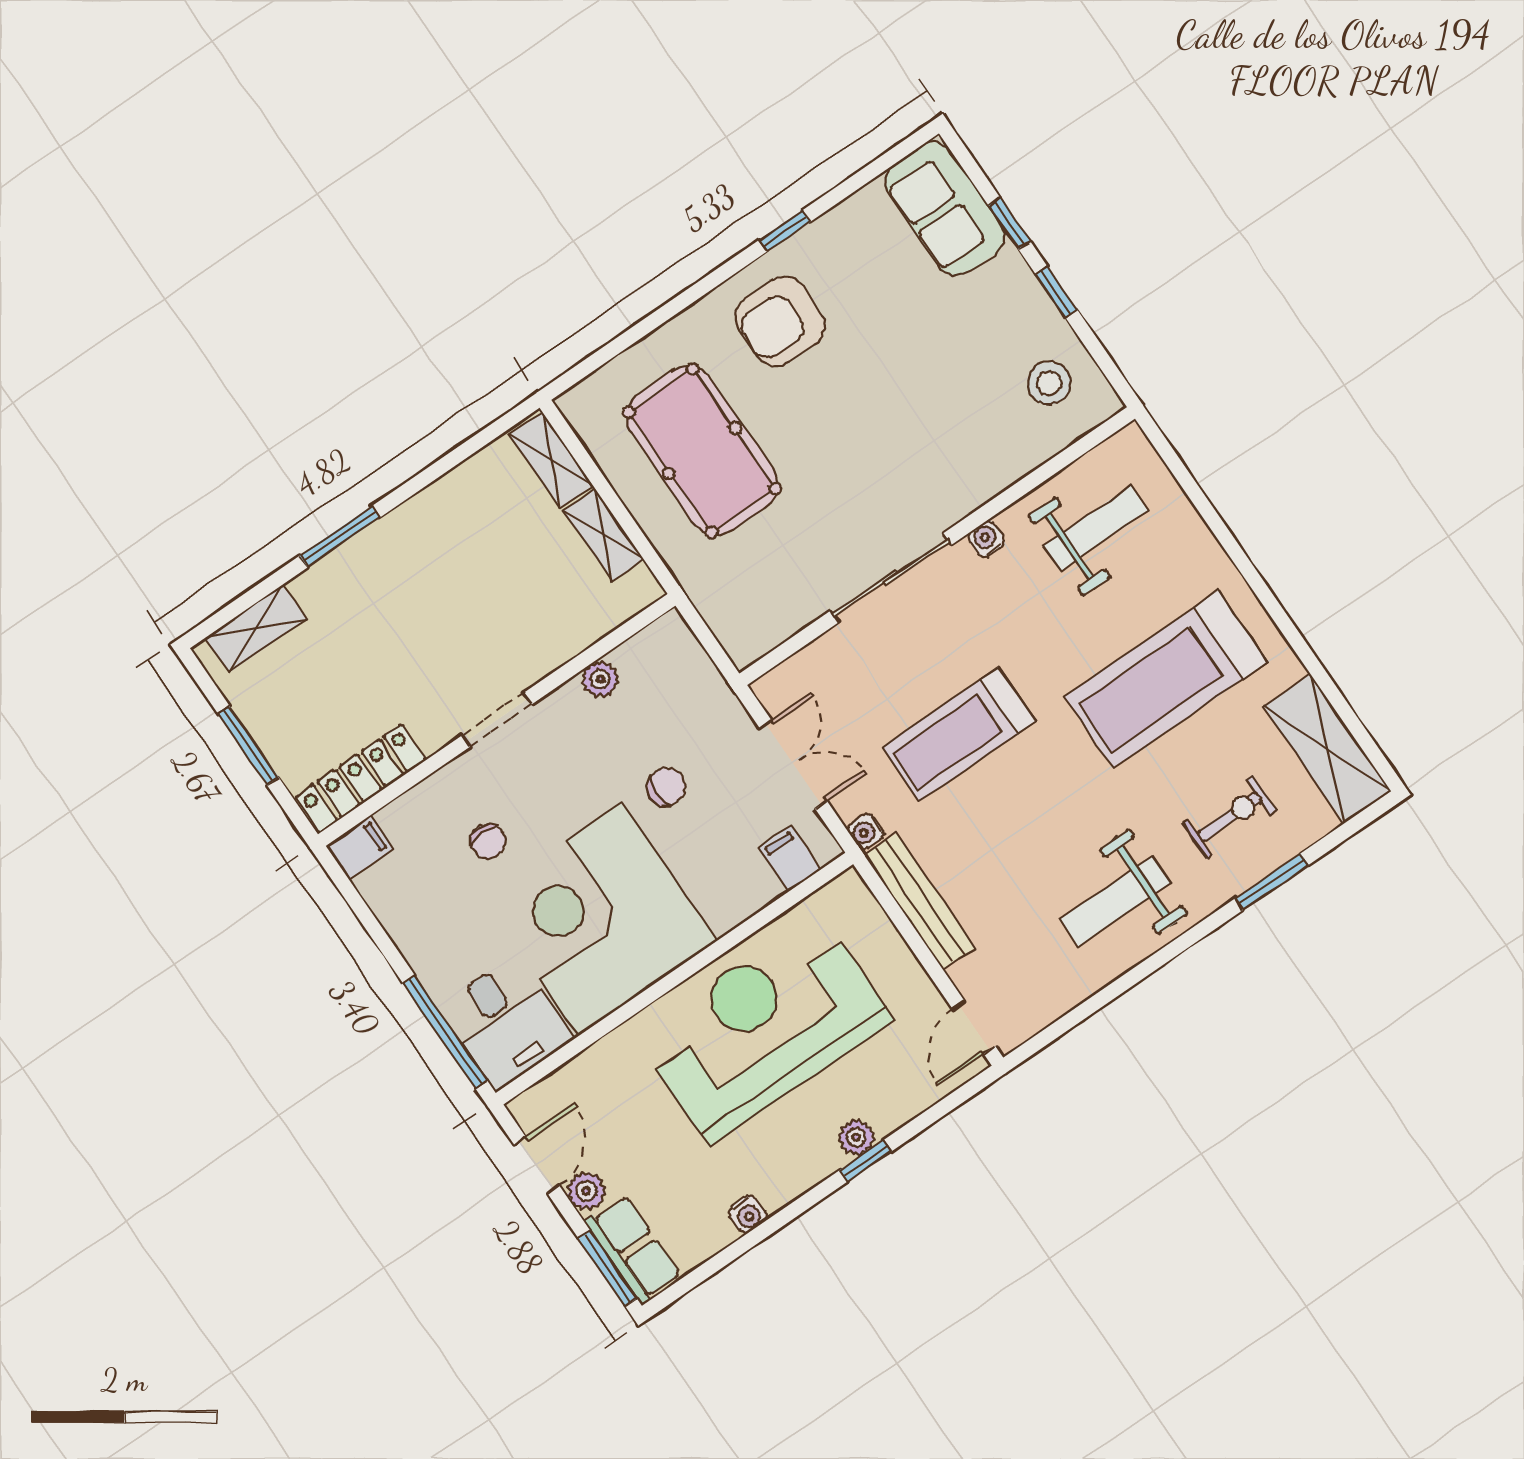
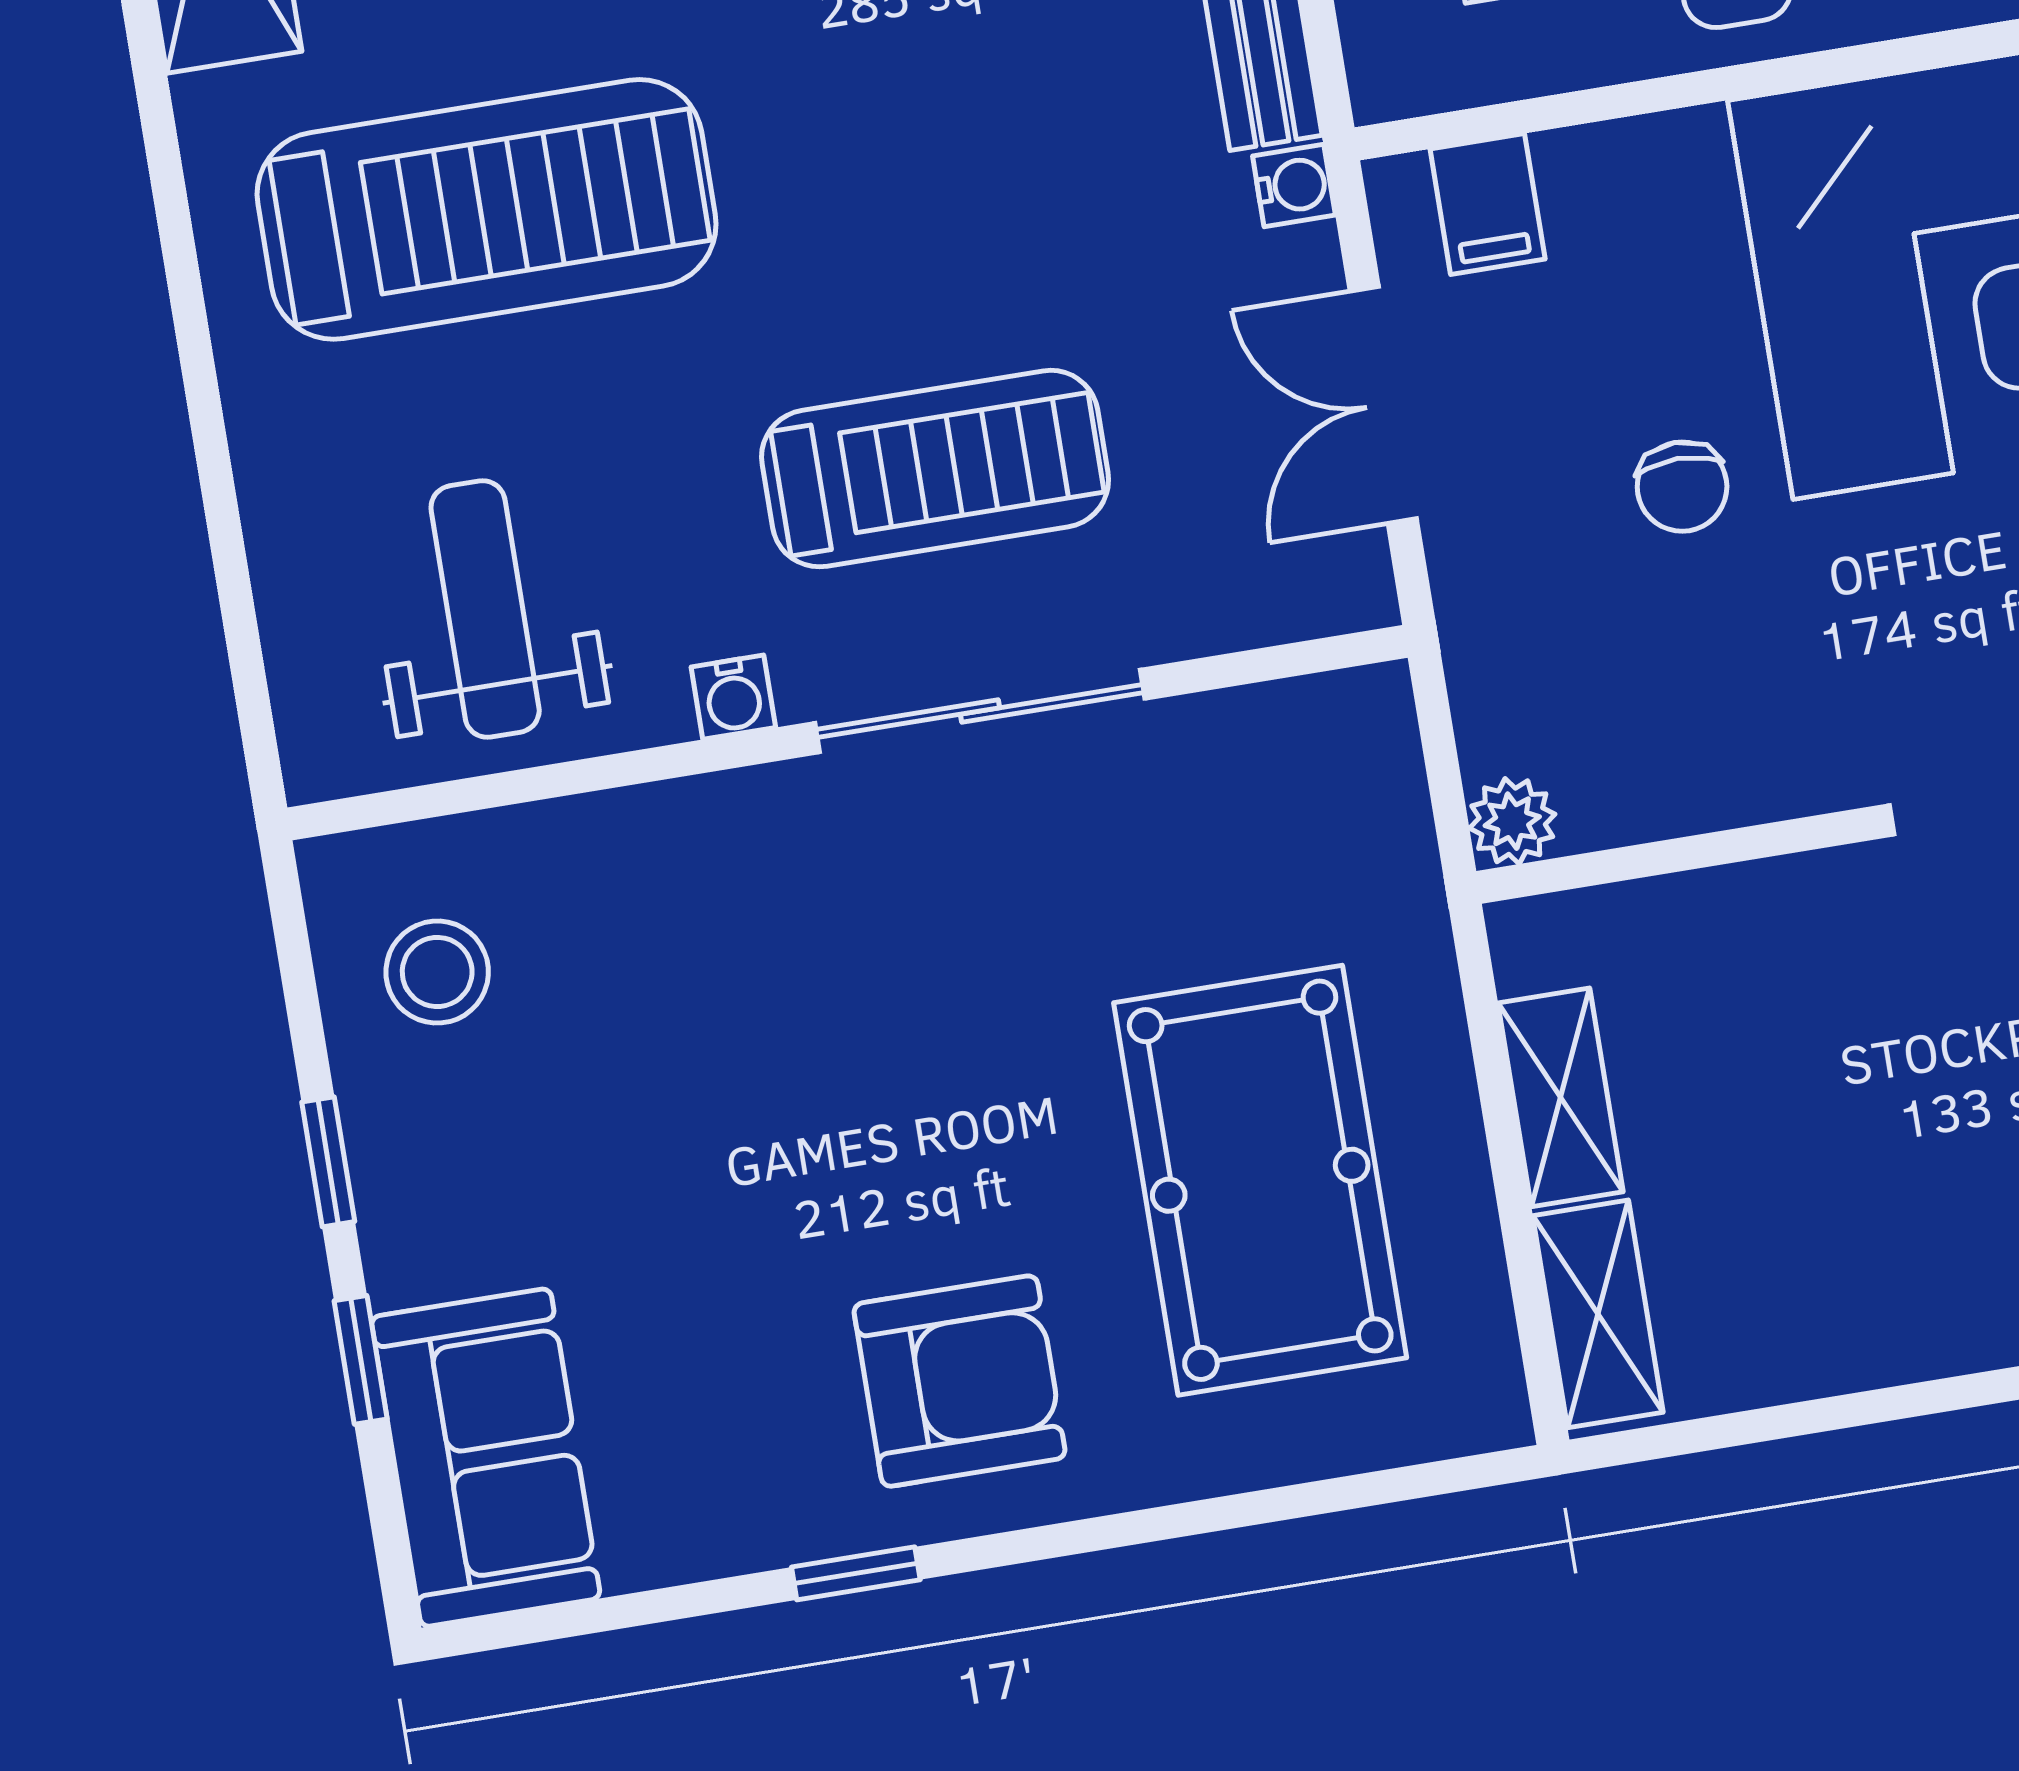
weight bench: (1096, 528) -> (485, 609), turned 90
plant: (600, 679) -> (1512, 821), moved
treadmill: (959, 734) -> (935, 469), moved
chair: (666, 787) -> (1682, 487), turned -90

